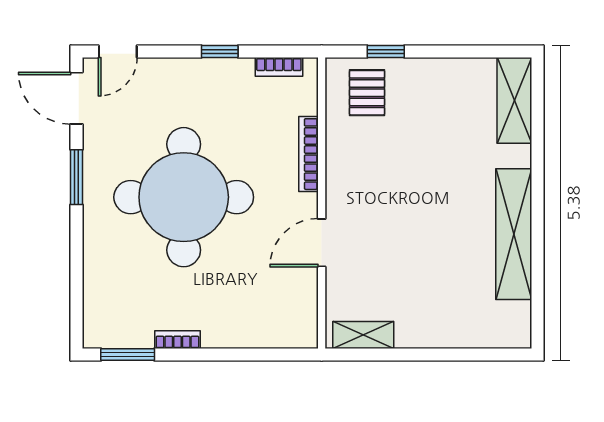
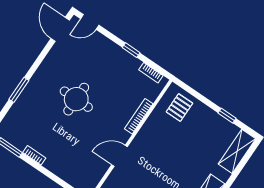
window: (386, 52) -> (227, 116), moved
window: (76, 177) -> (19, 90), moved
round table: (184, 197) -> (76, 99), width x0.54, depth x0.54

